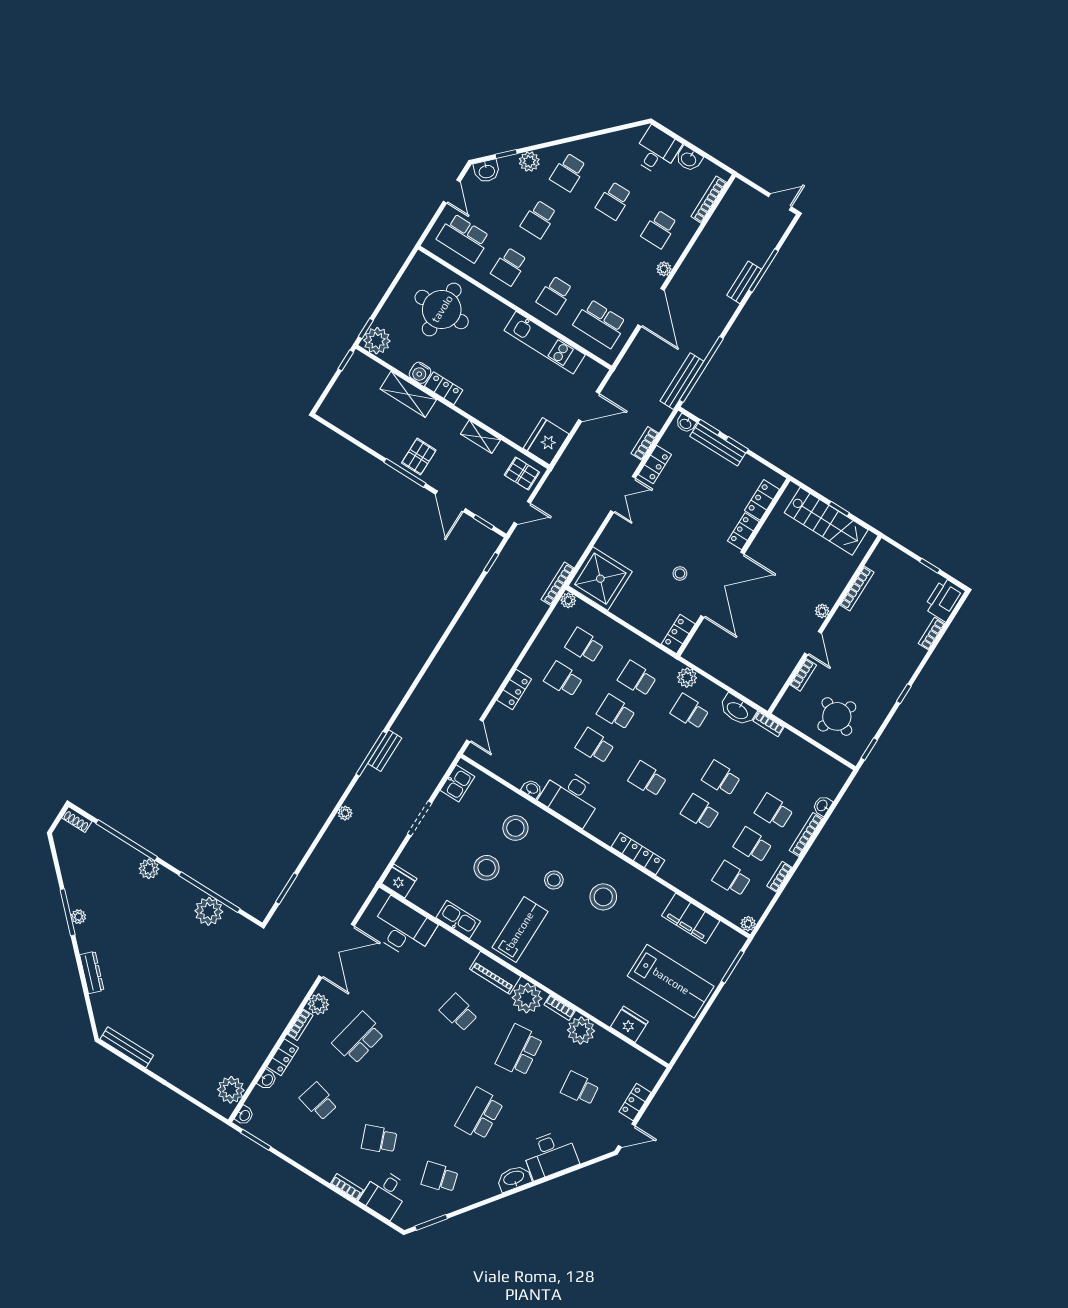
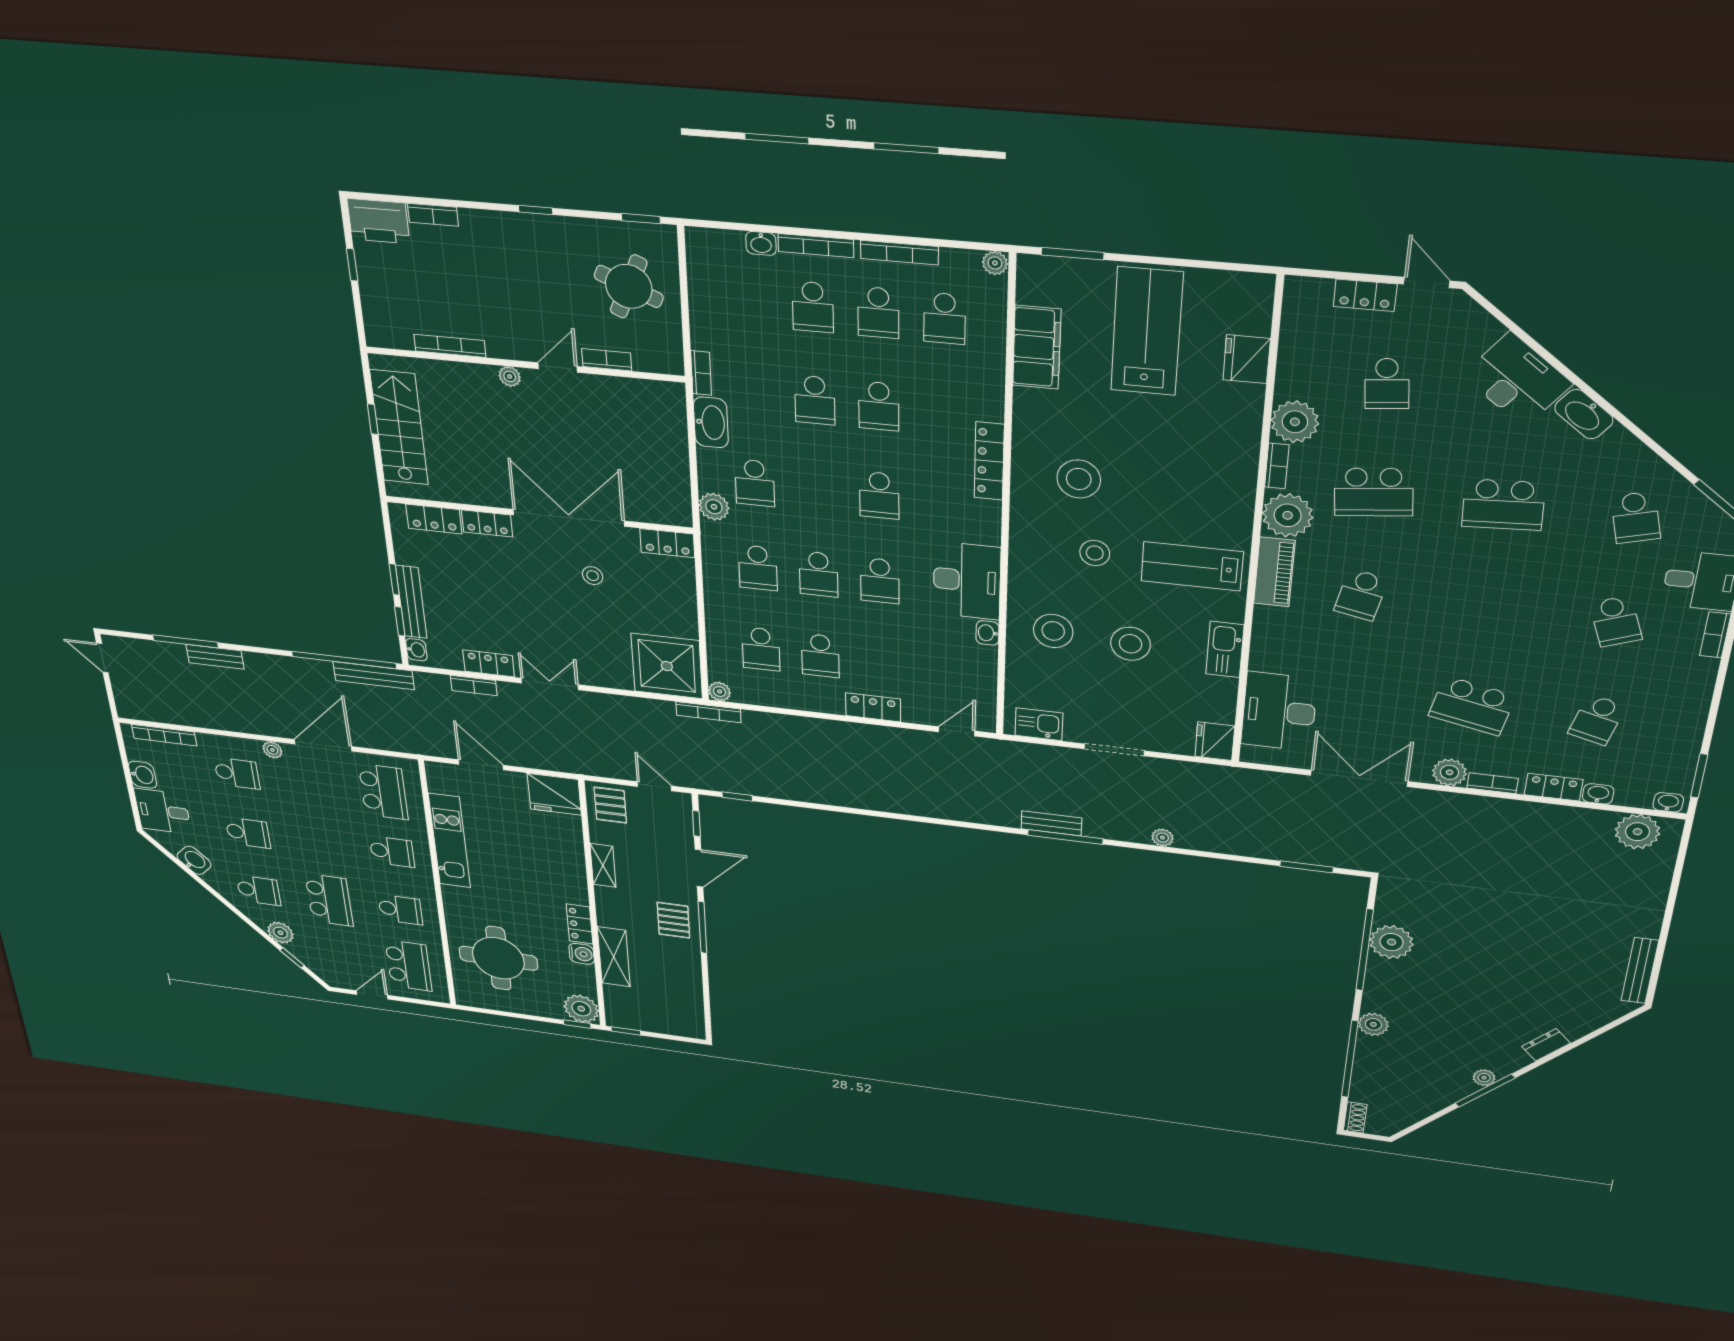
washbasin: (487, 171) -> (194, 860), moved
school desk: (539, 219) -> (329, 900), width x1.85
pallet: (419, 456) -> (673, 920), turned 90
bookcase: (779, 877) -> (899, 253), width x1.56
dresser: (92, 973) -> (1546, 1045), width x0.70

